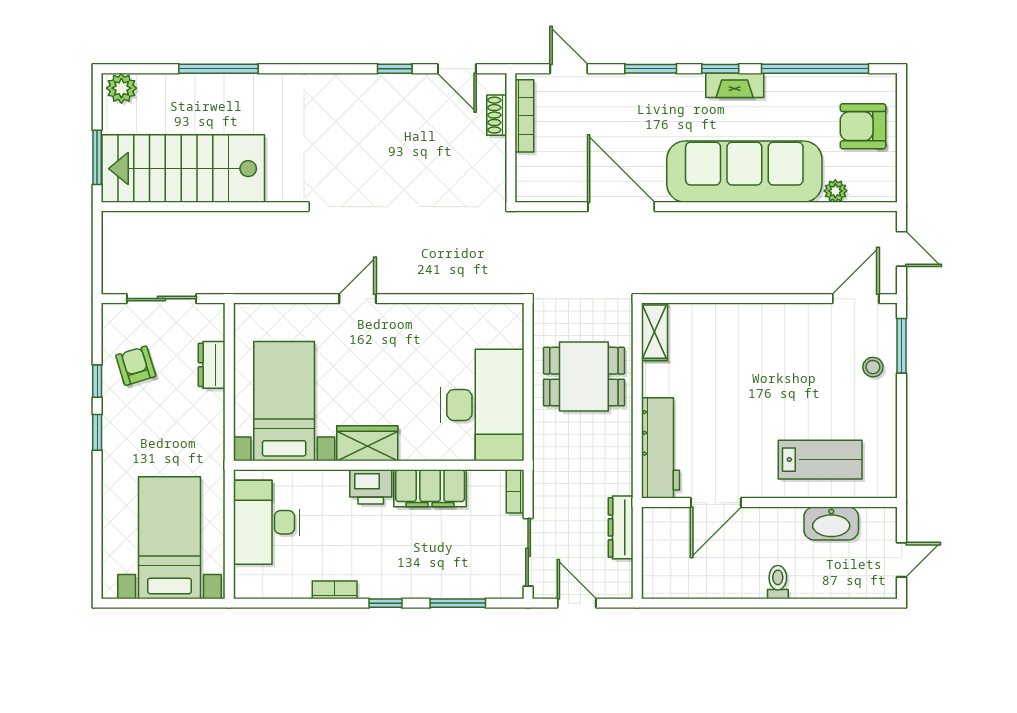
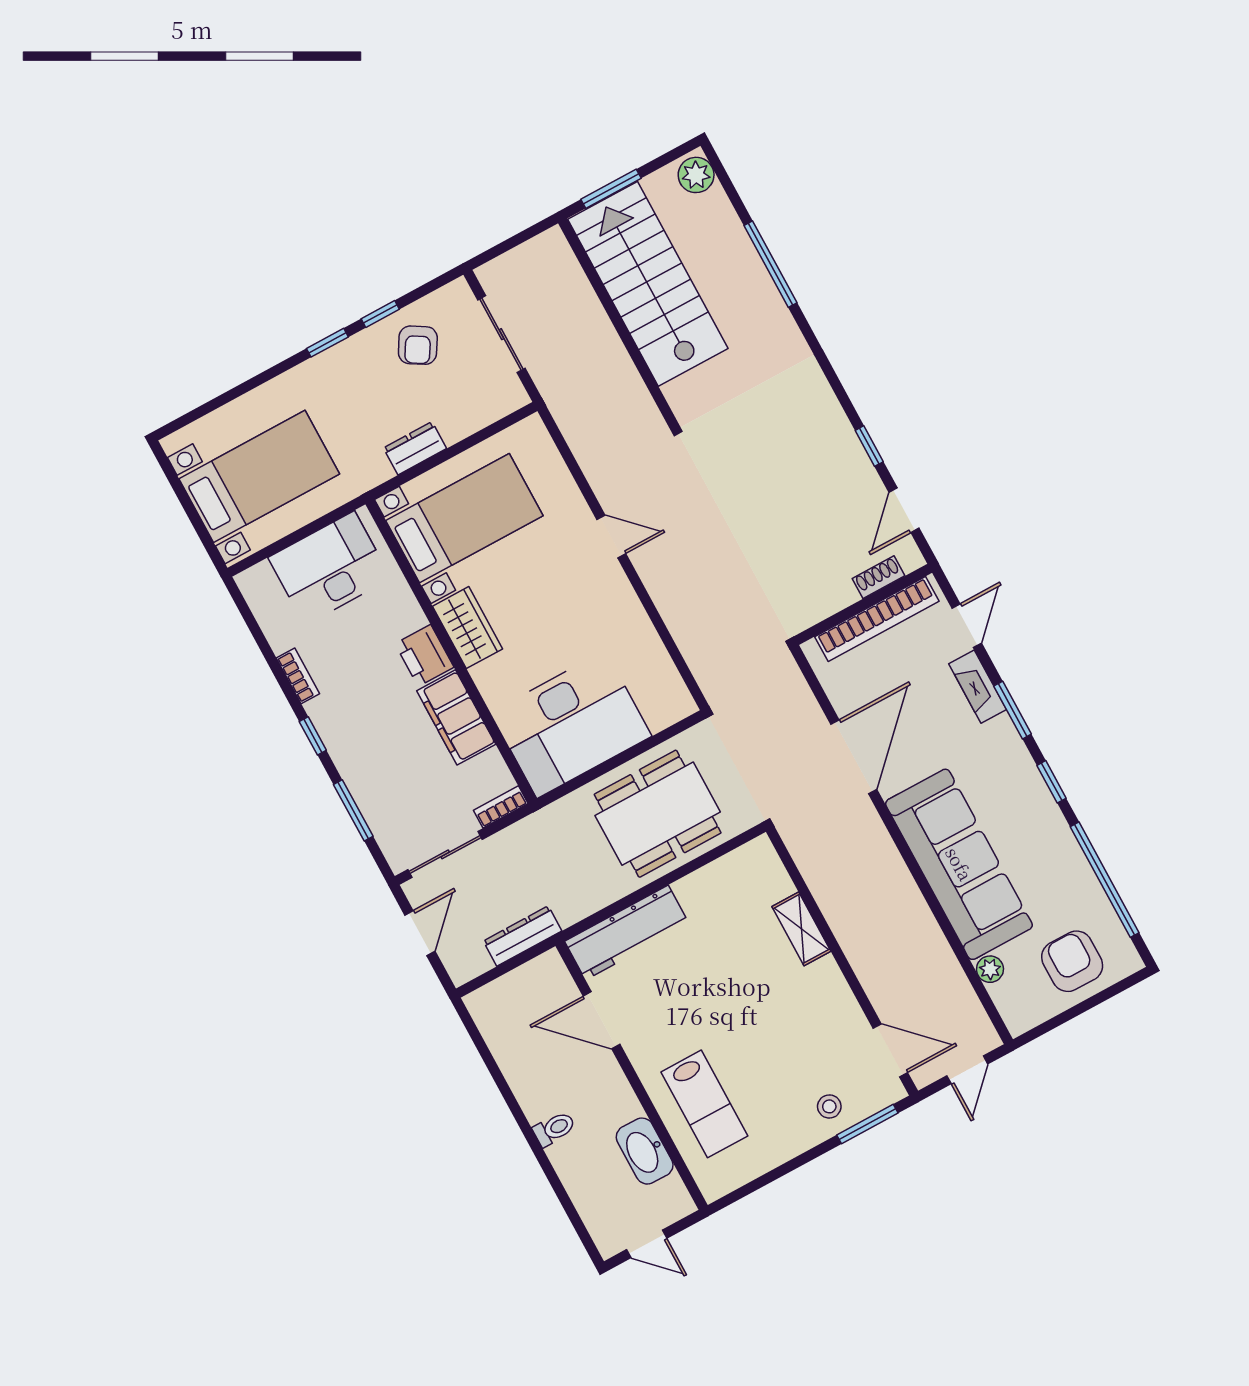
fireplace: (735, 85) -> (978, 687), moved
bookcase: (524, 116) -> (877, 619), width x1.48, depth x1.31
shelving: (655, 332) -> (801, 929), moved, turned 90
dresser: (212, 365) -> (415, 448), moved
armchair: (136, 366) -> (418, 345), turned 138
dining table: (584, 377) -> (658, 814), width x1.38

